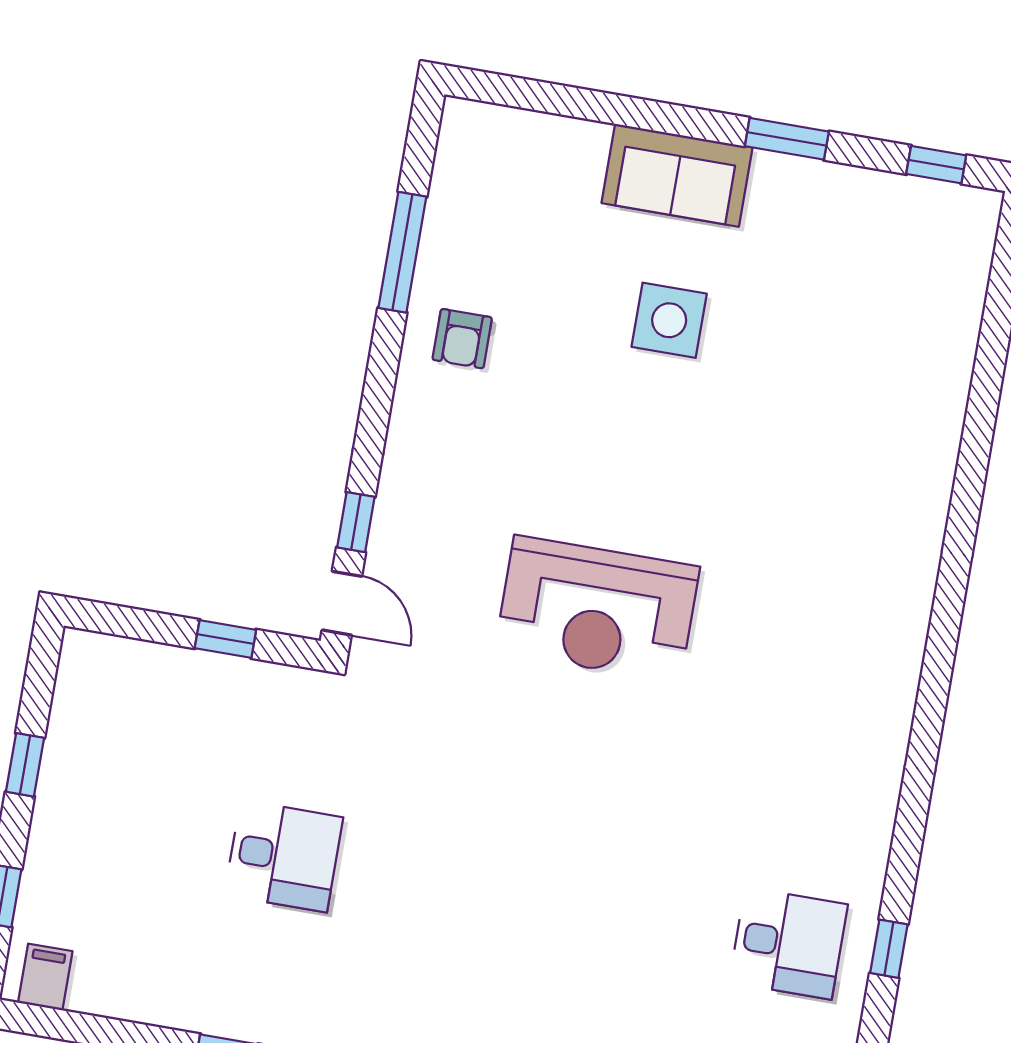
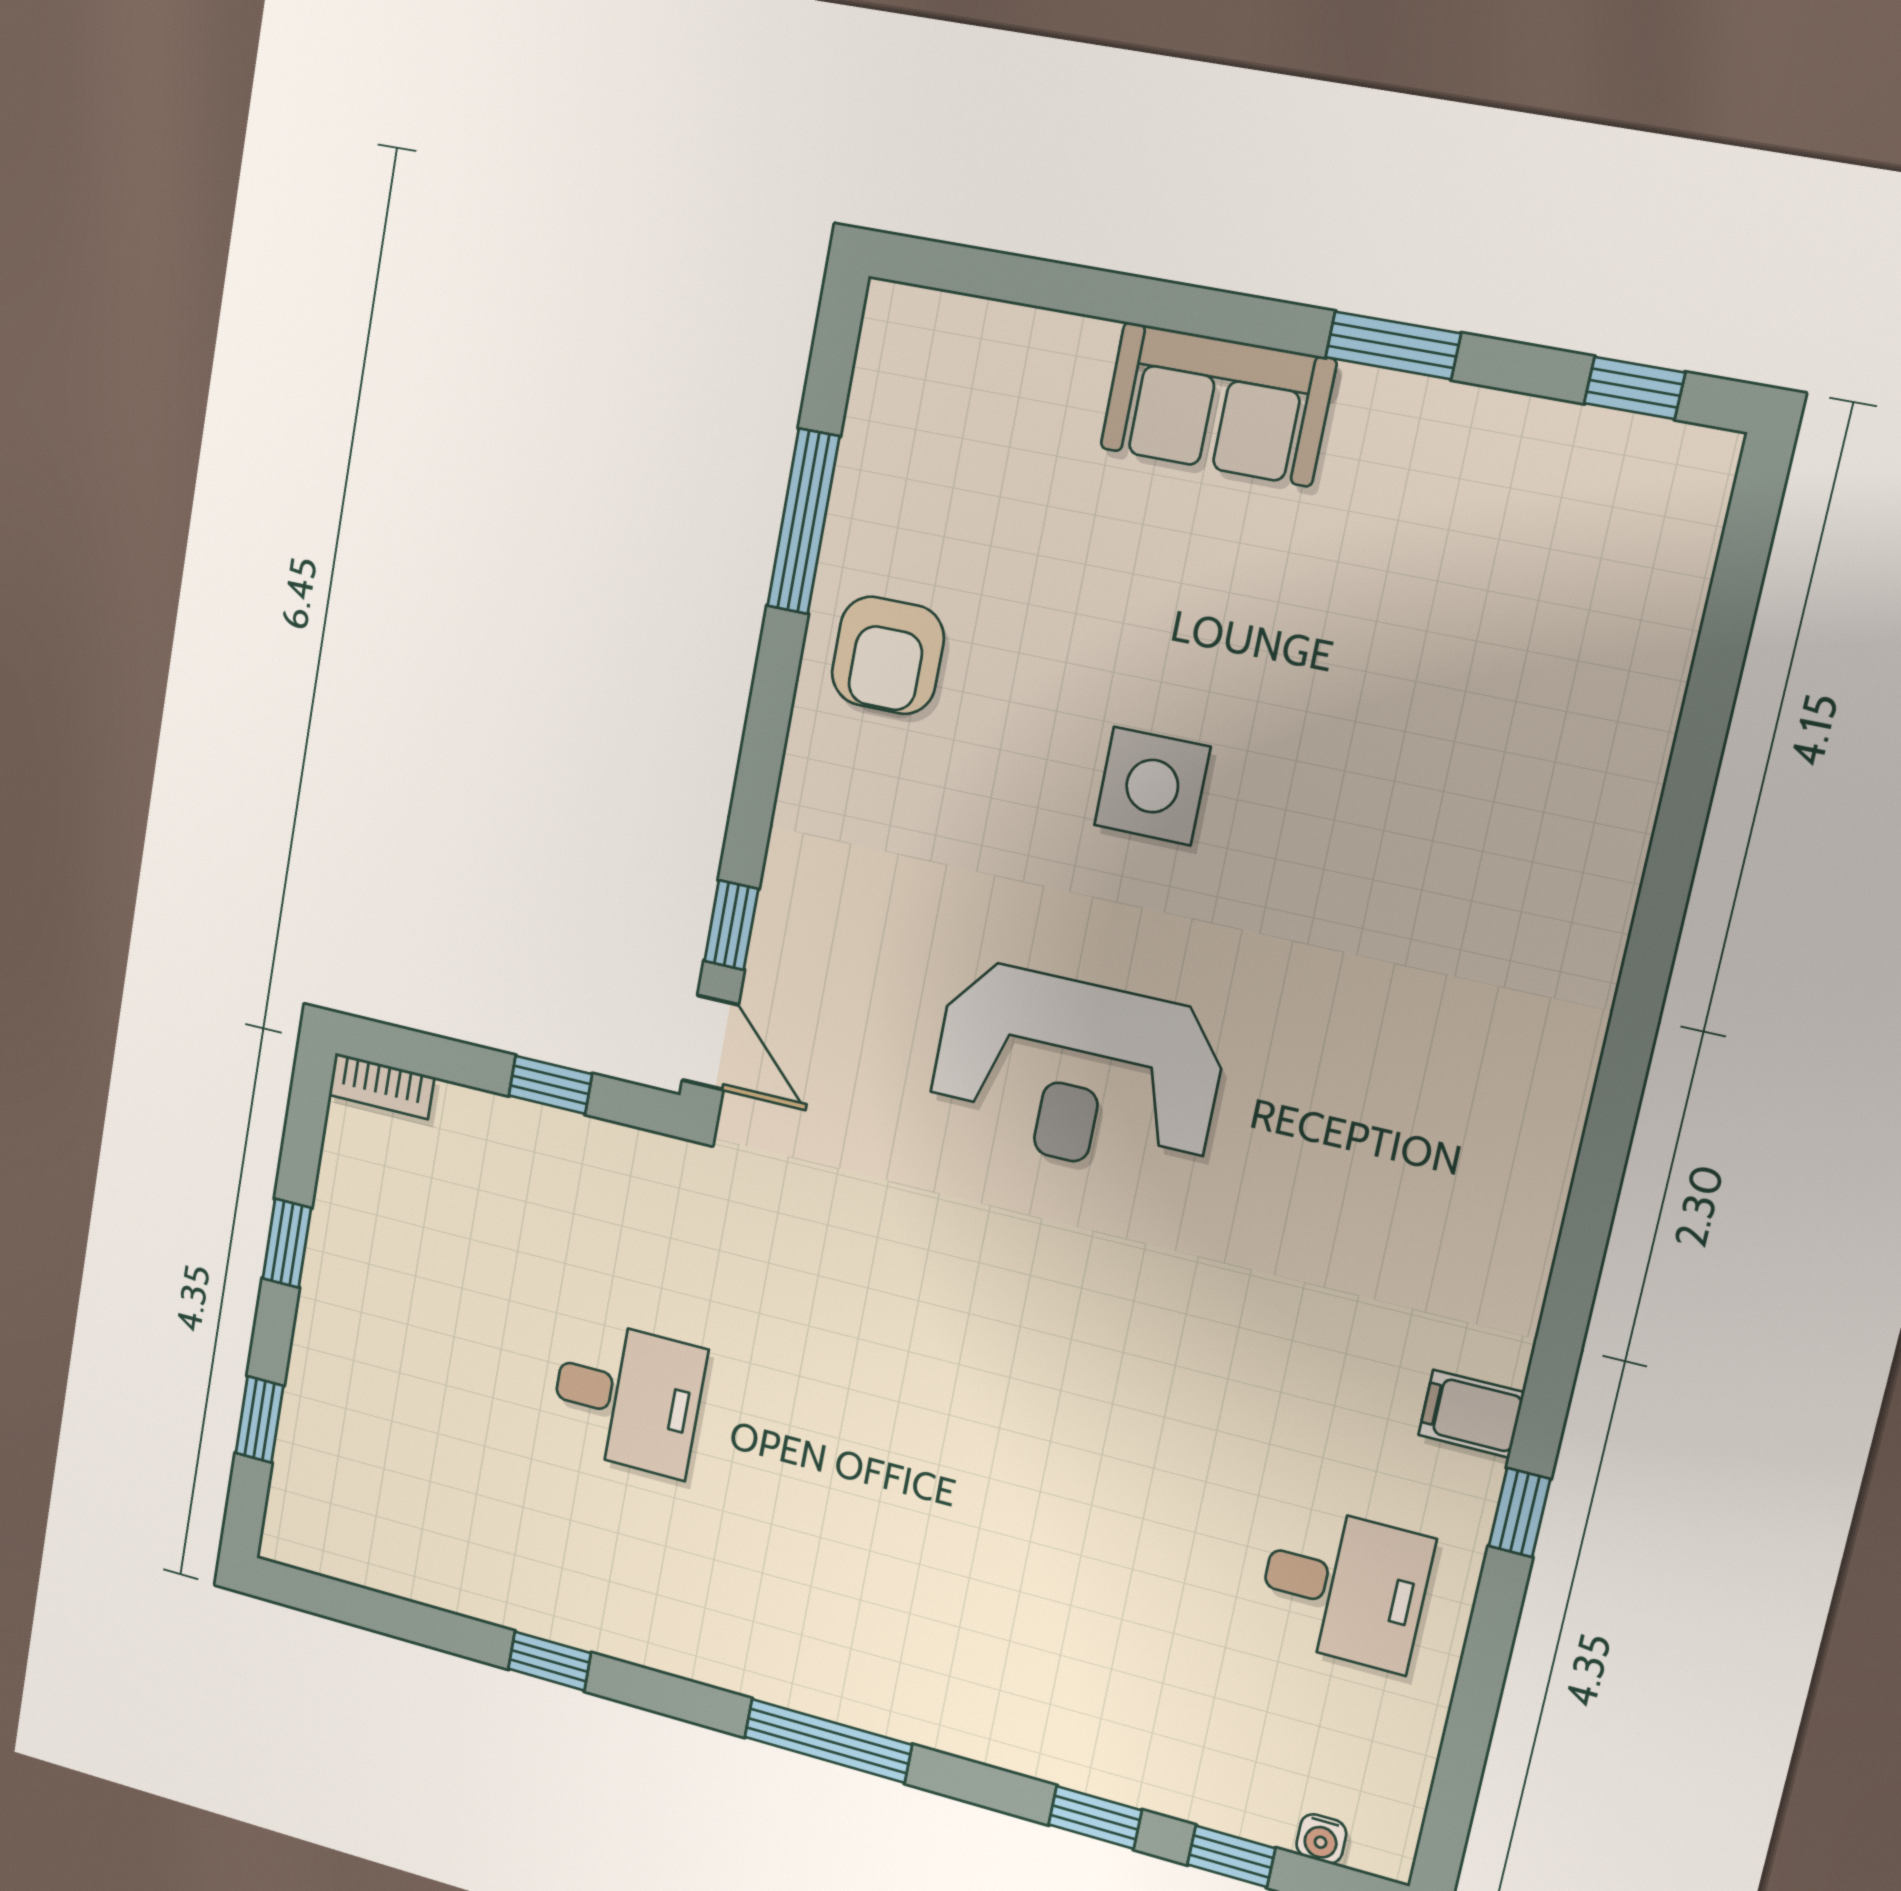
side table: (669, 320) -> (1152, 786), moved
armchair: (462, 339) -> (888, 655), width x1.38, depth x1.38
bookcase: (99, 647) -> (382, 1086), added
window: (889, 949) -> (1520, 1512), moved
filing cabinet: (45, 977) -> (1471, 1414), moved, turned -90

